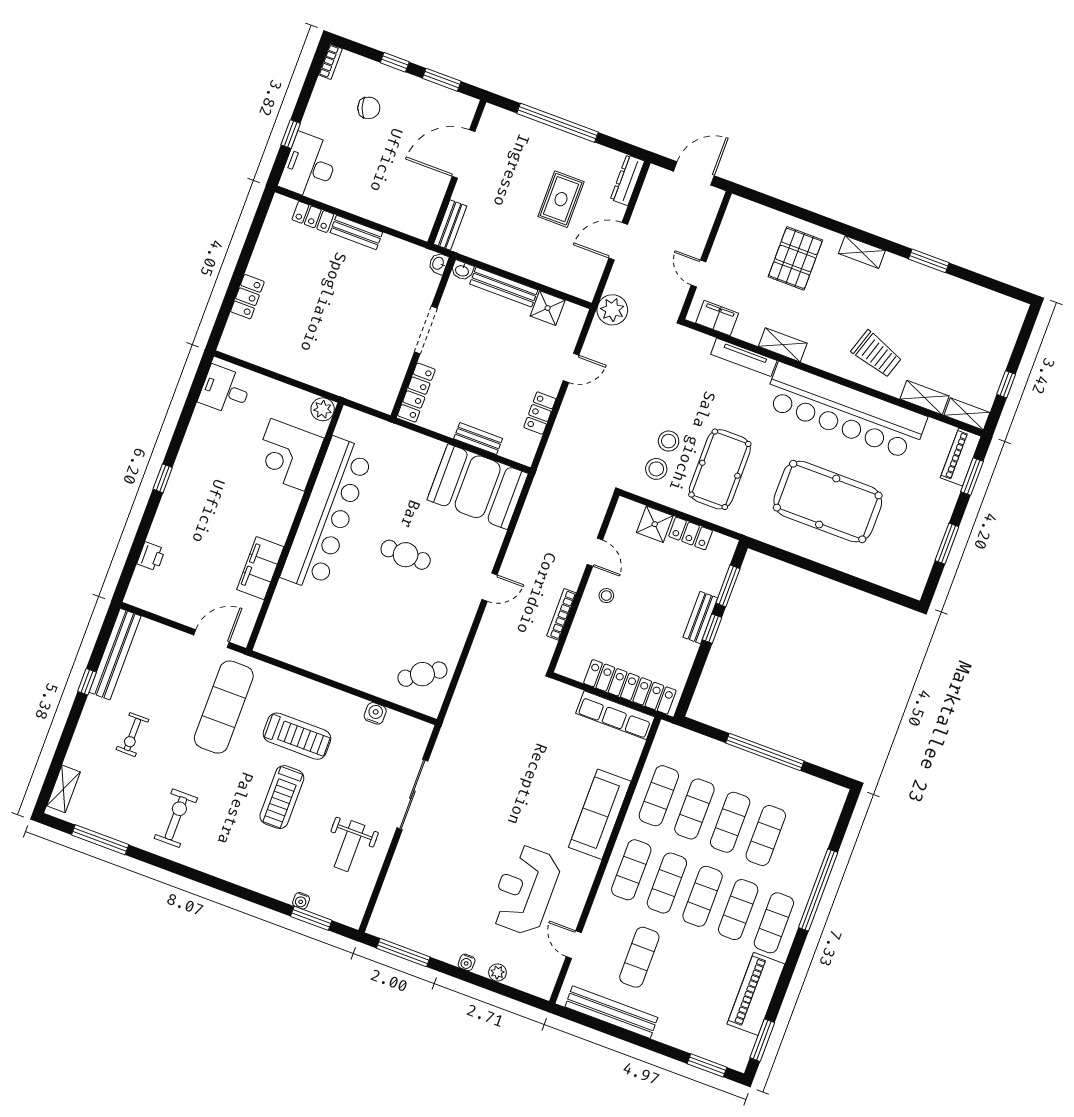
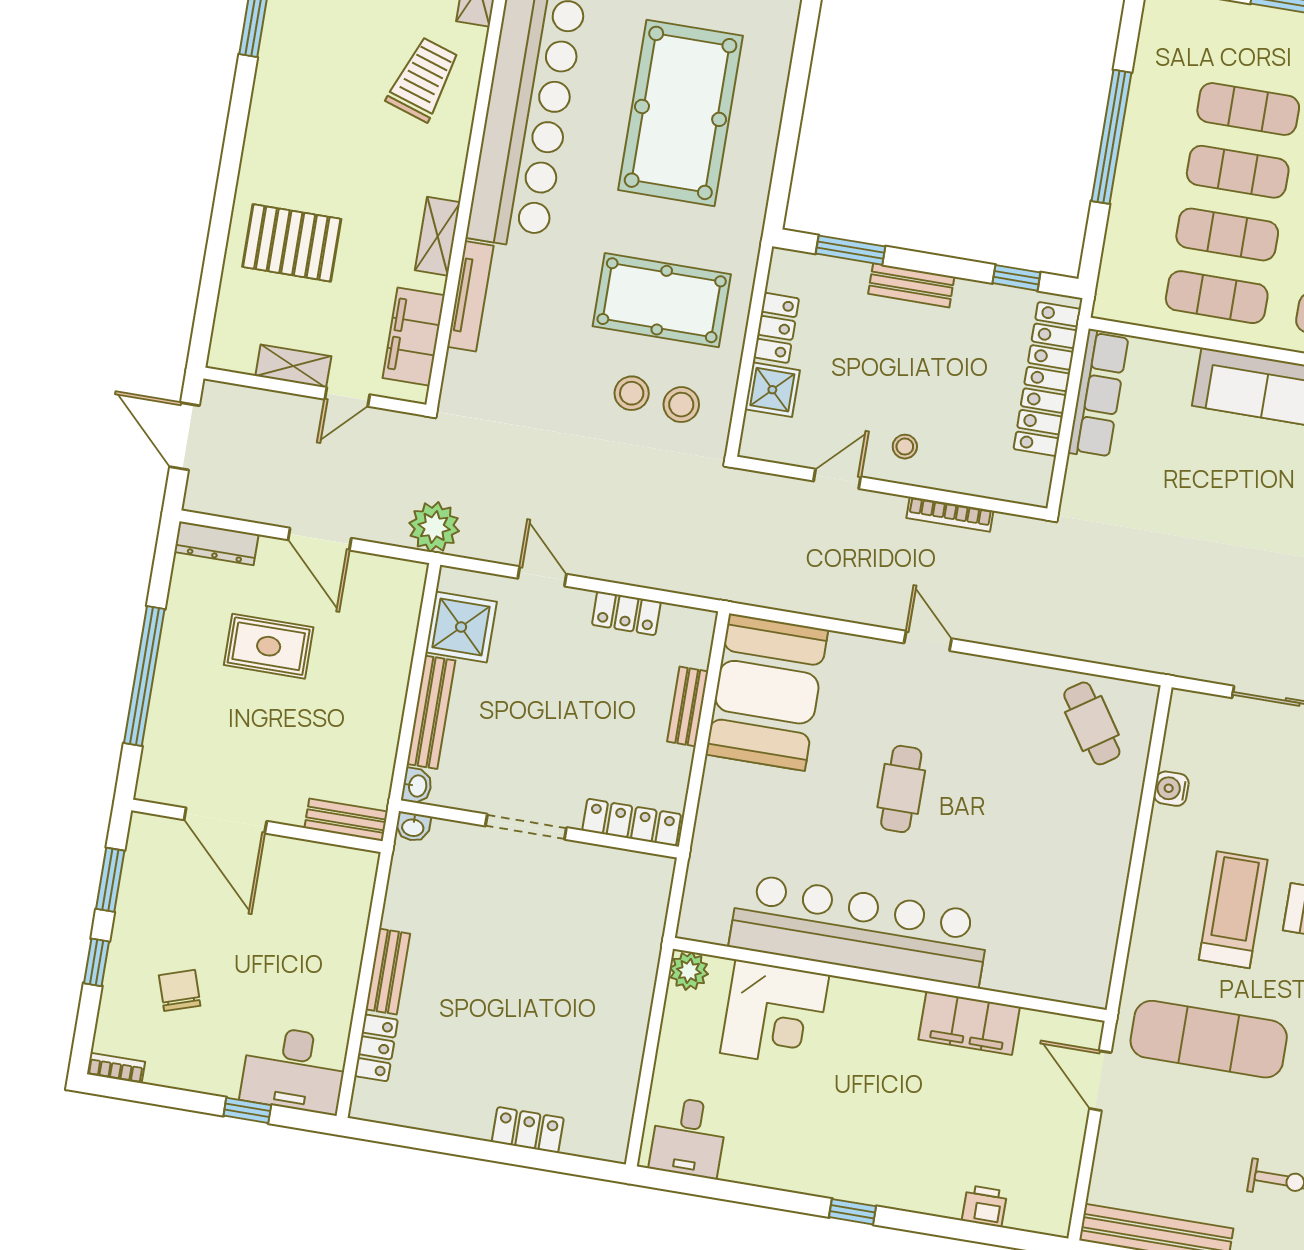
shelving: (862, 252) -> (293, 366), moved, turned 90
shower: (548, 308) -> (461, 627), width x1.36, depth x1.36
filing cabinet: (717, 318) -> (414, 337), width x1.50, depth x1.17
window: (712, 629) -> (1016, 278), moved

